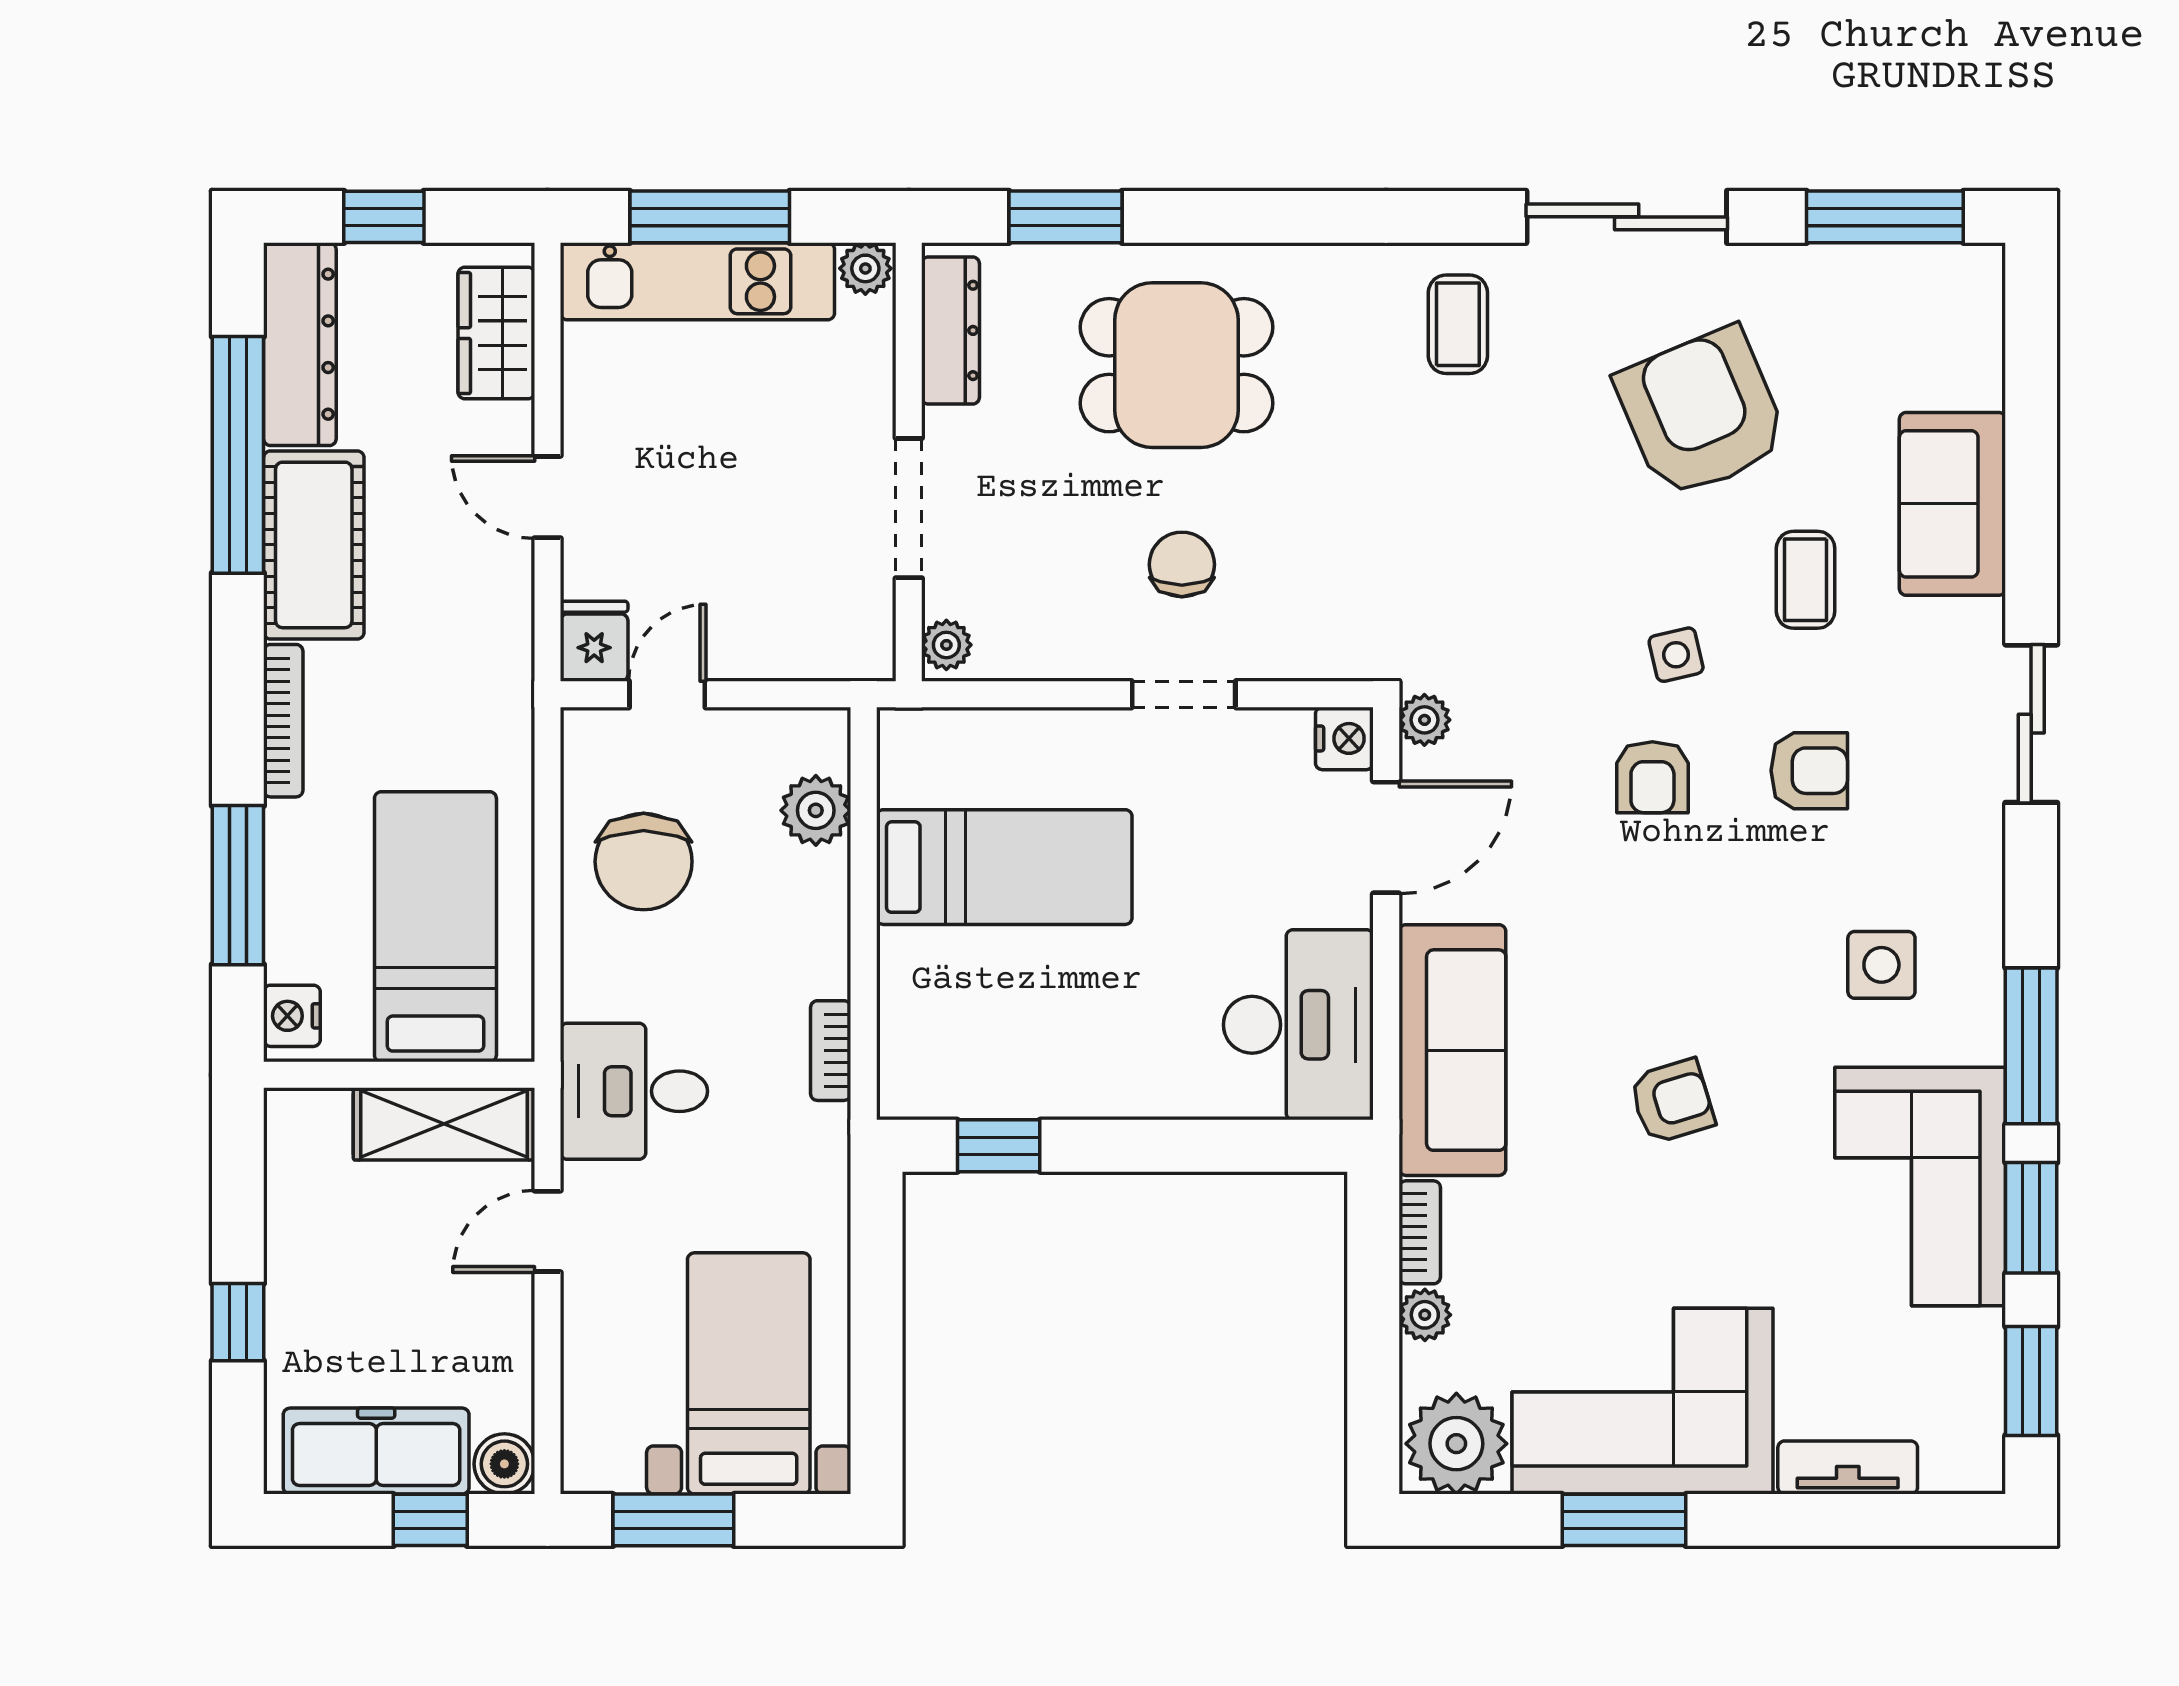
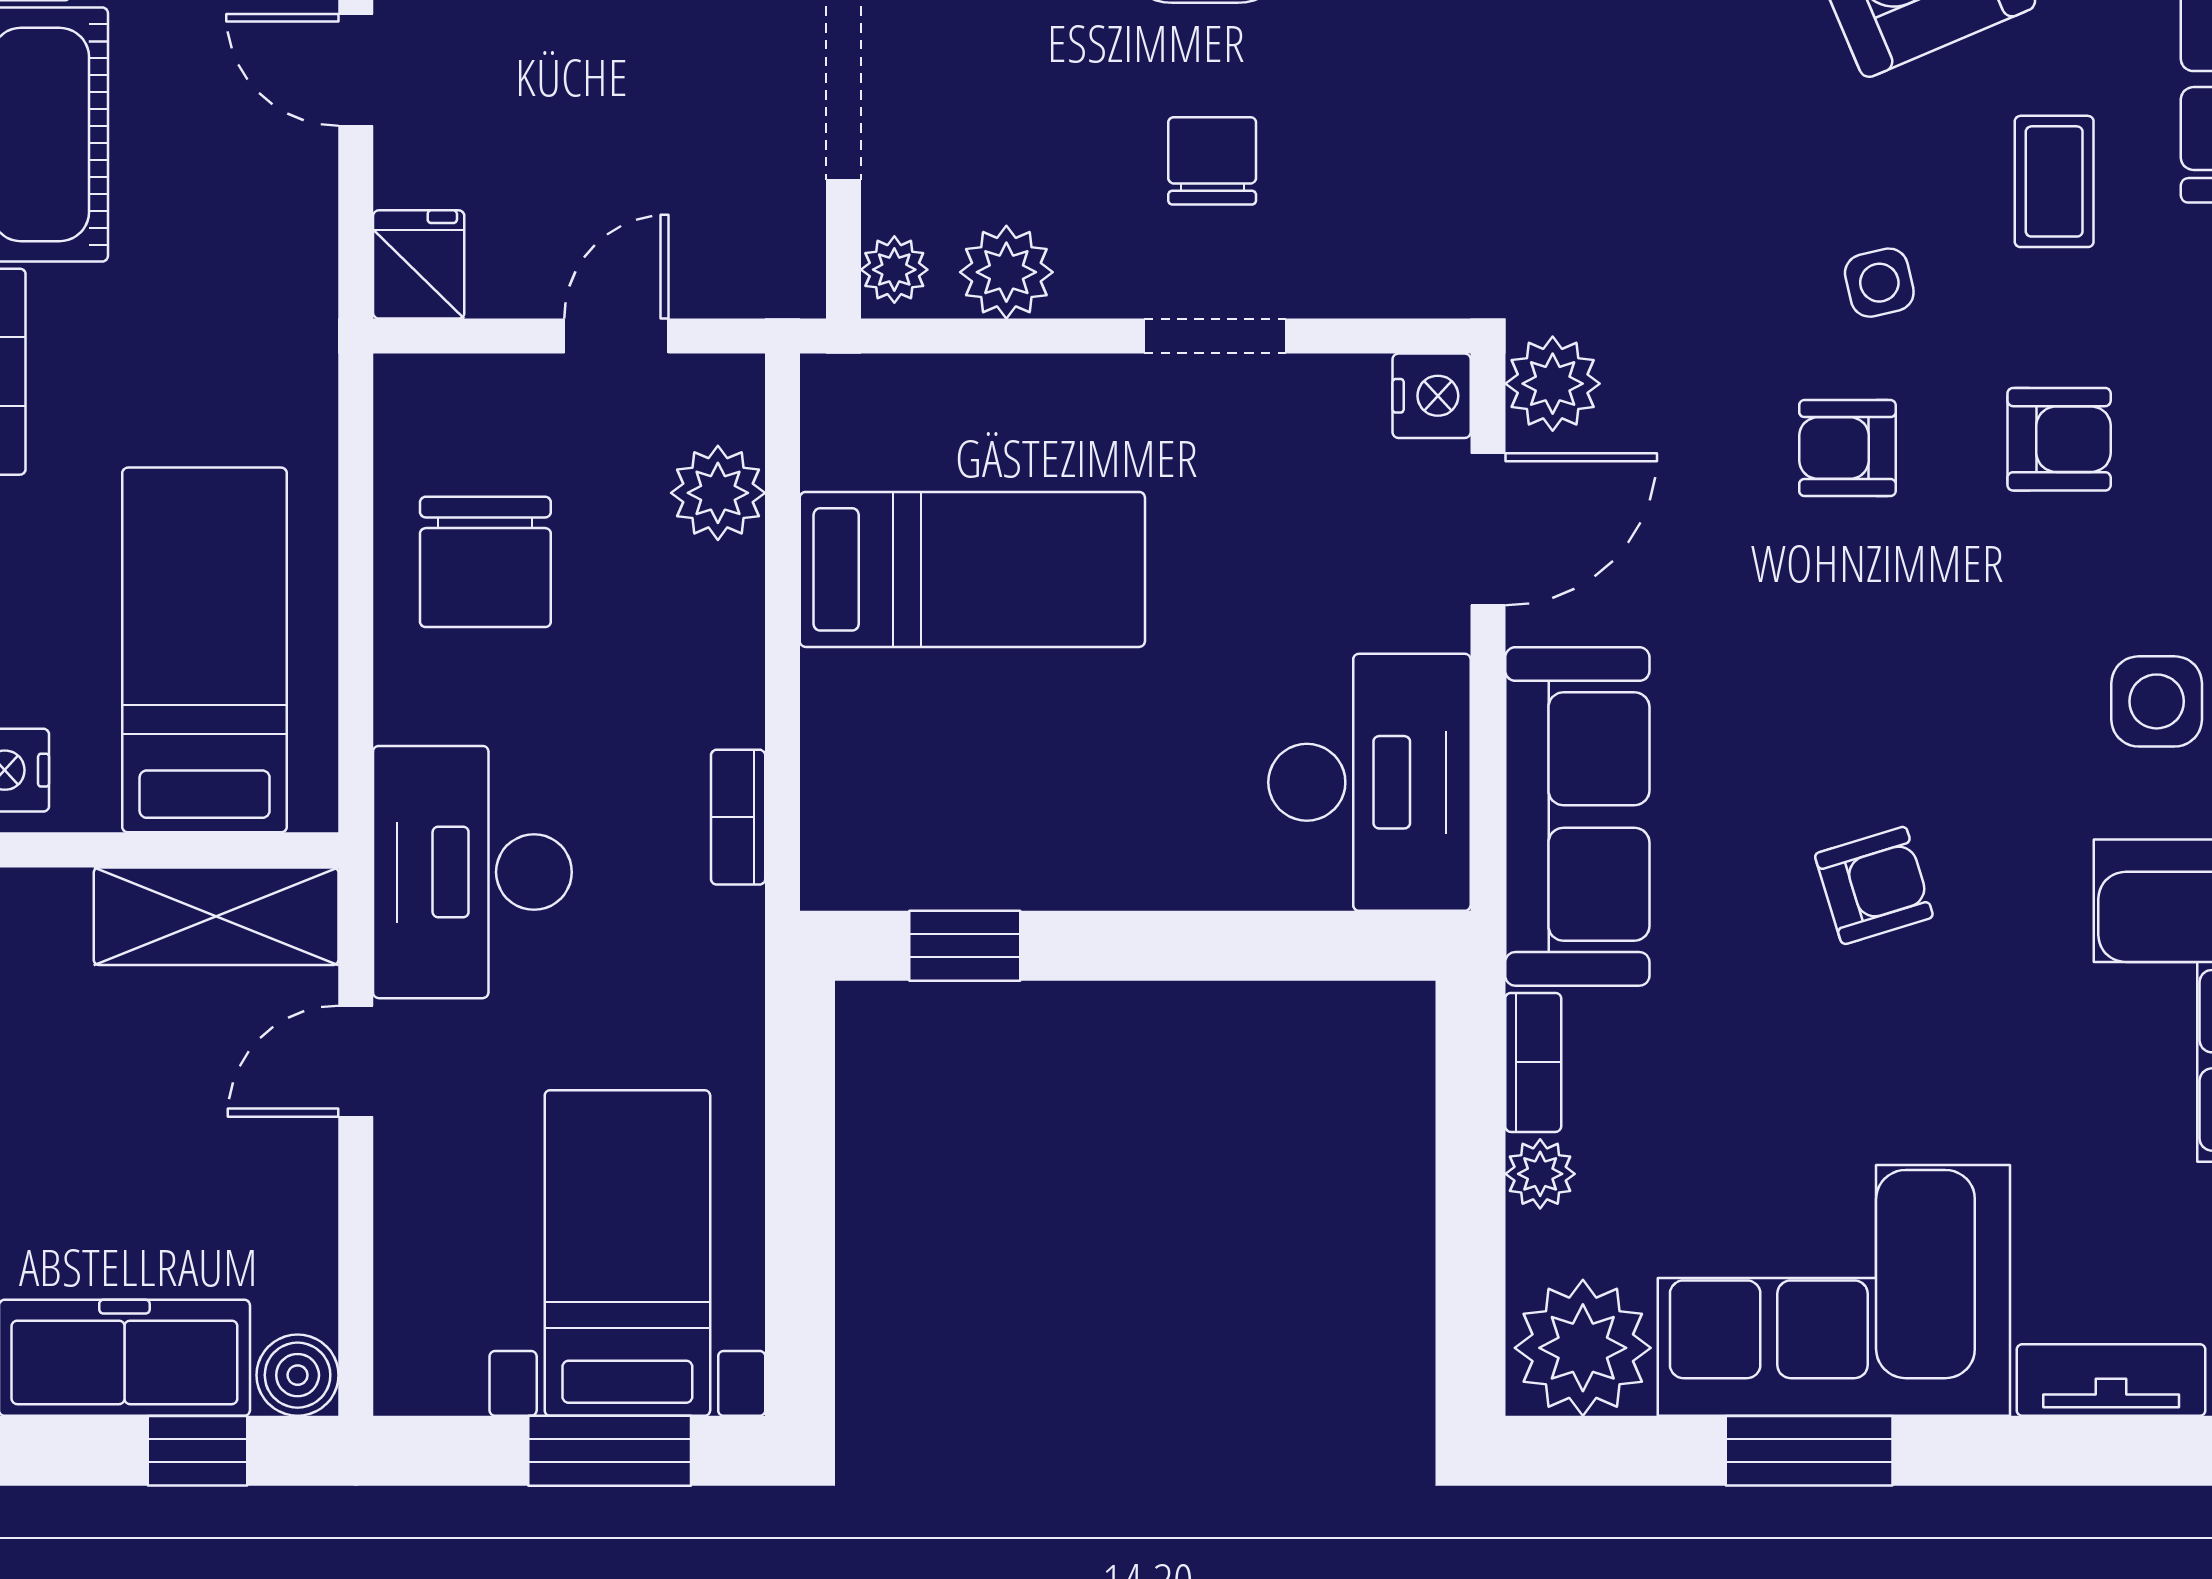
plant: (1029, 647) -> (1006, 272), added
door: (667, 694) -> (616, 336), moved
plant: (1424, 720) -> (1553, 384), width x1.38, depth x1.38
armchair: (1652, 777) -> (1847, 448), turned 90
desk: (634, 1091) -> (472, 872), width x1.37
window: (673, 1520) -> (610, 1451), moved

